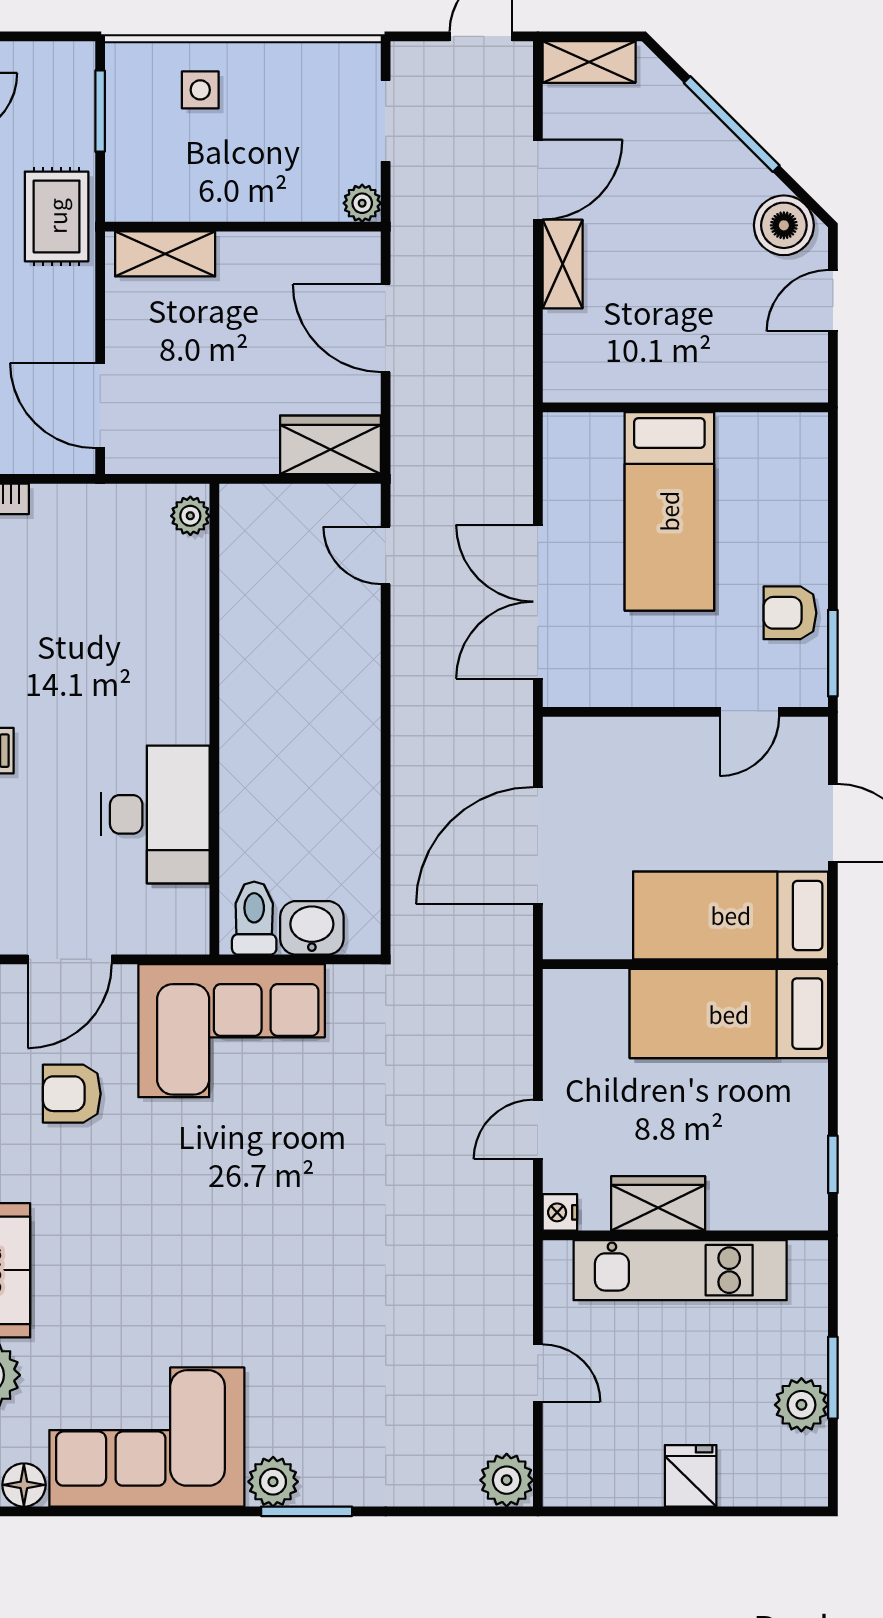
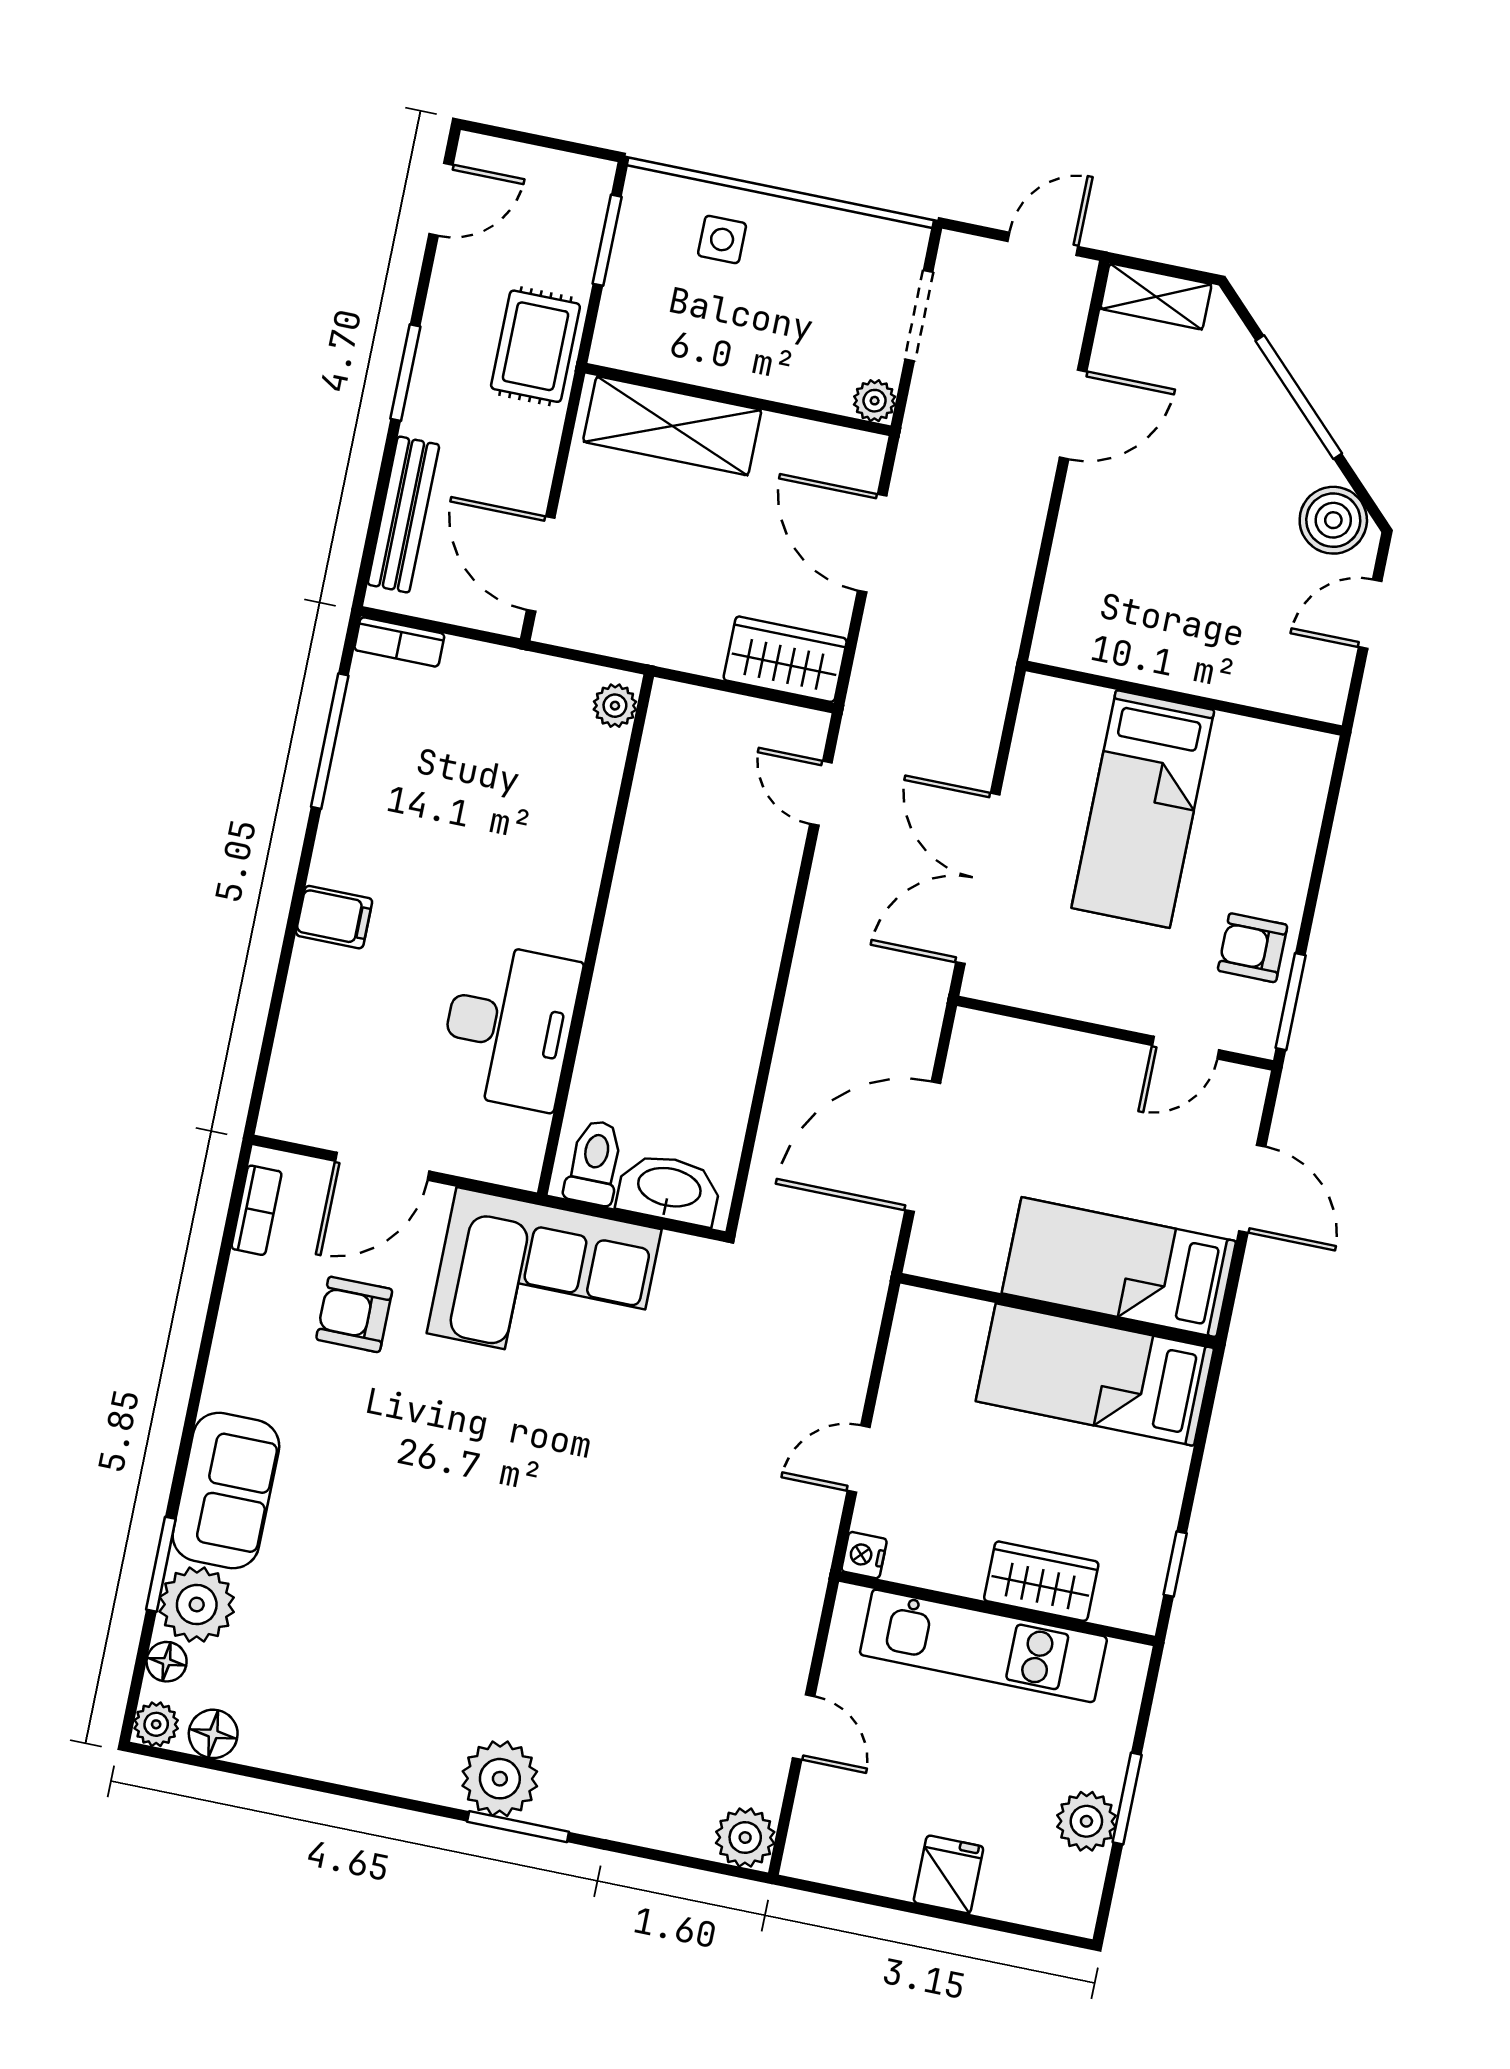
shelving: (165, 254) -> (672, 426), width x1.50, depth x1.33
shelving: (563, 264) -> (1081, 513), removed
washbasin: (312, 928) -> (669, 1189), width x1.38
wardrobe: (658, 1203) -> (1041, 1581), moved
corner sofa: (147, 1437) -> (359, 1709), removed
plant: (273, 1482) -> (500, 1779), width x1.36, depth x1.36

